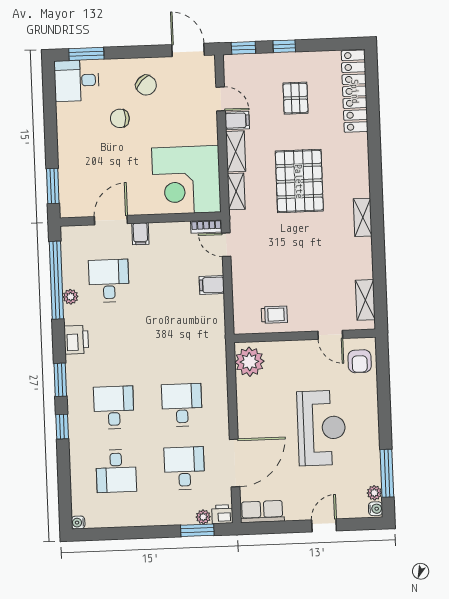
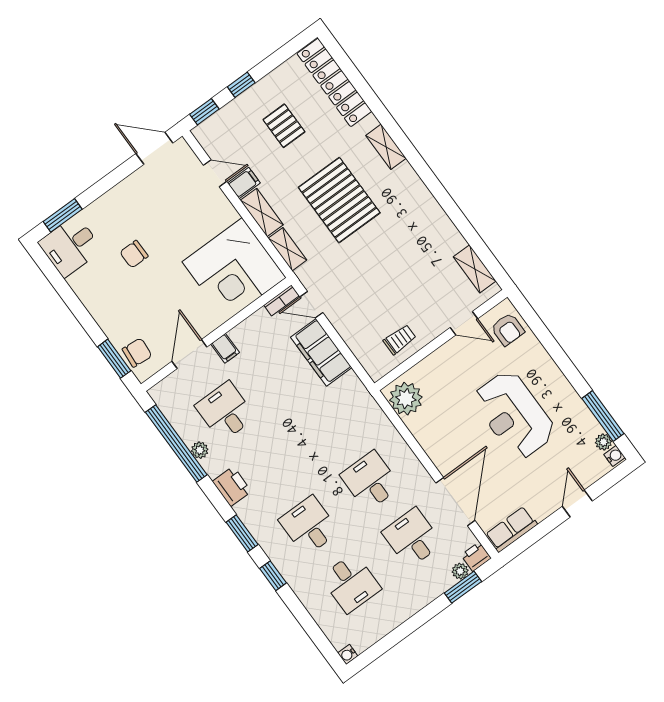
chair: (146, 85) -> (137, 353), moved, turned -40
shelving: (363, 217) -> (386, 147), moved
filing cabinet: (212, 285) -> (321, 352), width x3.00, depth x1.17
reception desk: (321, 428) -> (514, 415), turned 180

